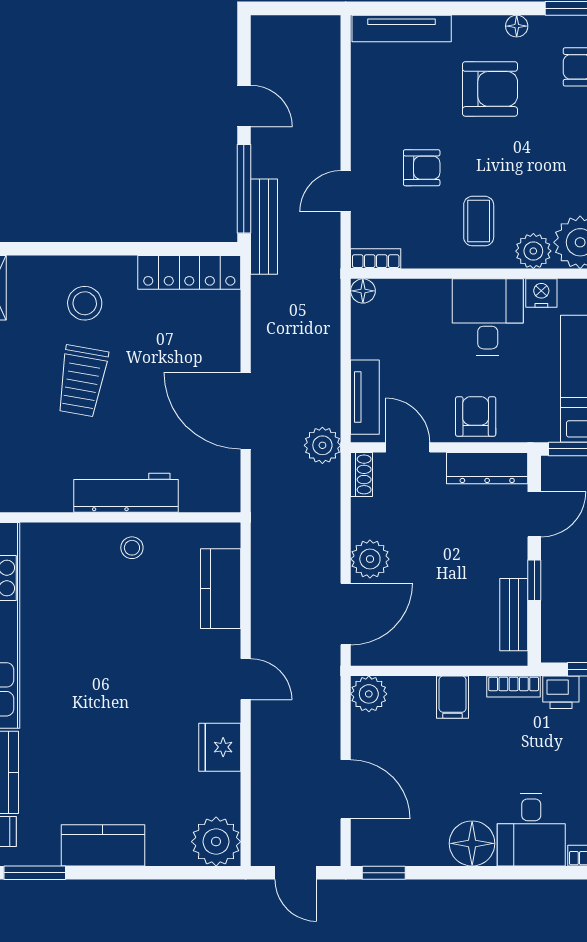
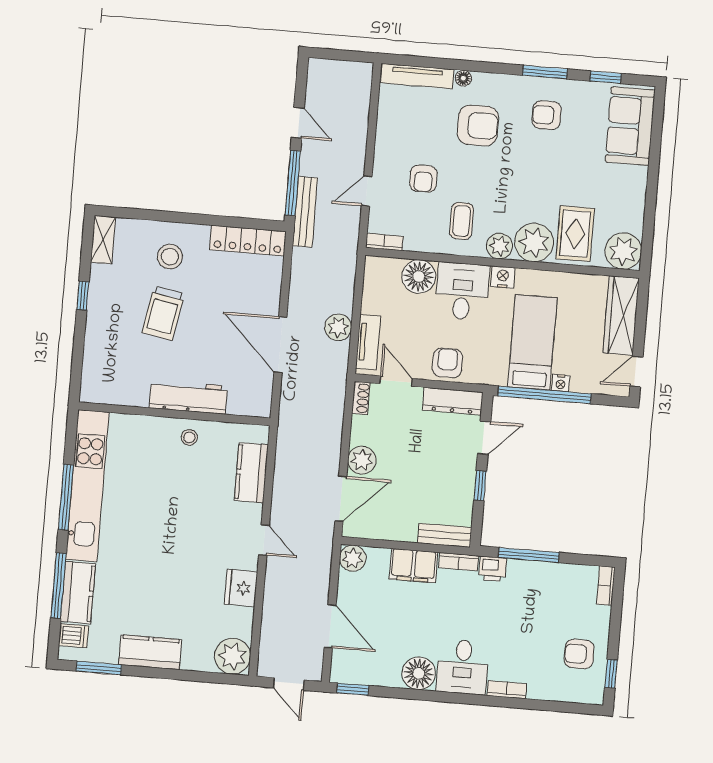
floor lamp: (517, 26) -> (463, 78), moved
armchair: (422, 168) -> (423, 179), turned 90
floor lamp: (363, 291) -> (419, 276), moved, width x1.89, depth x1.89
plant: (322, 445) -> (338, 327), moved
bench: (514, 615) -> (445, 535), moved, turned 90
filing cabinet: (452, 697) -> (413, 566), width x2.00

